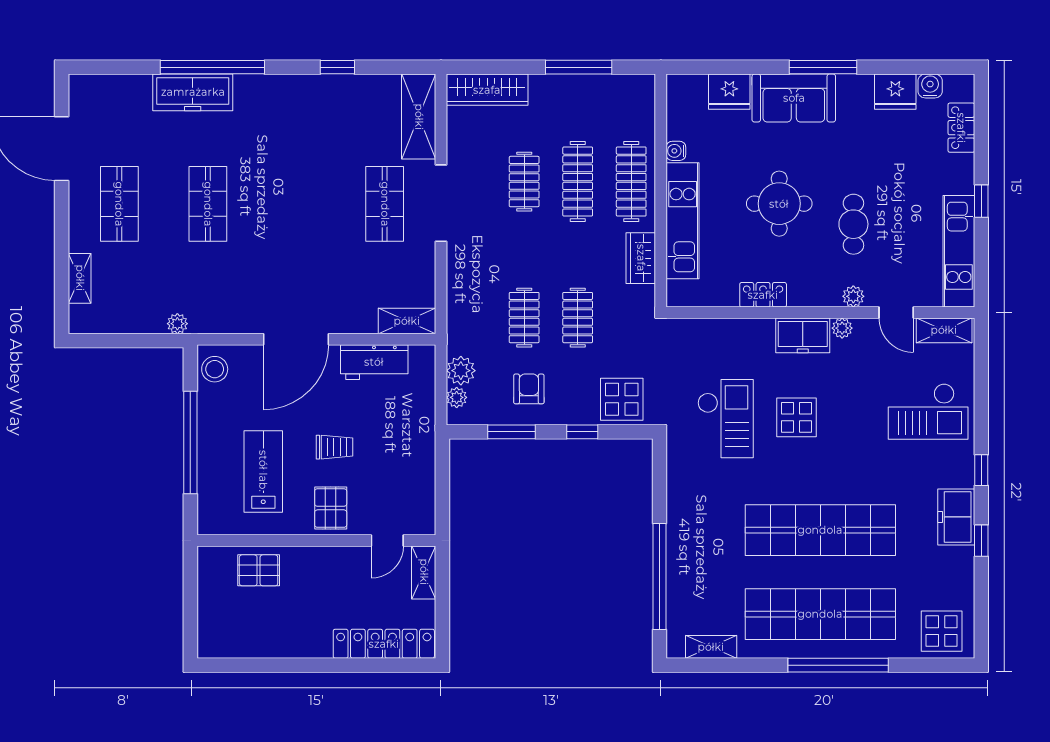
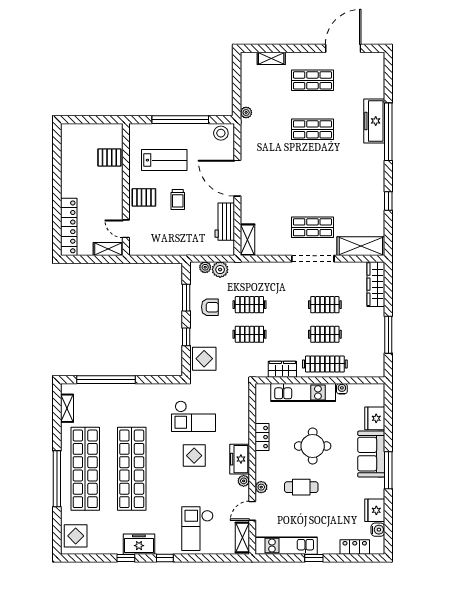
clothes rail: (578, 182) -> (325, 334), width x0.73
pallet: (259, 570) -> (109, 157), turned 90

